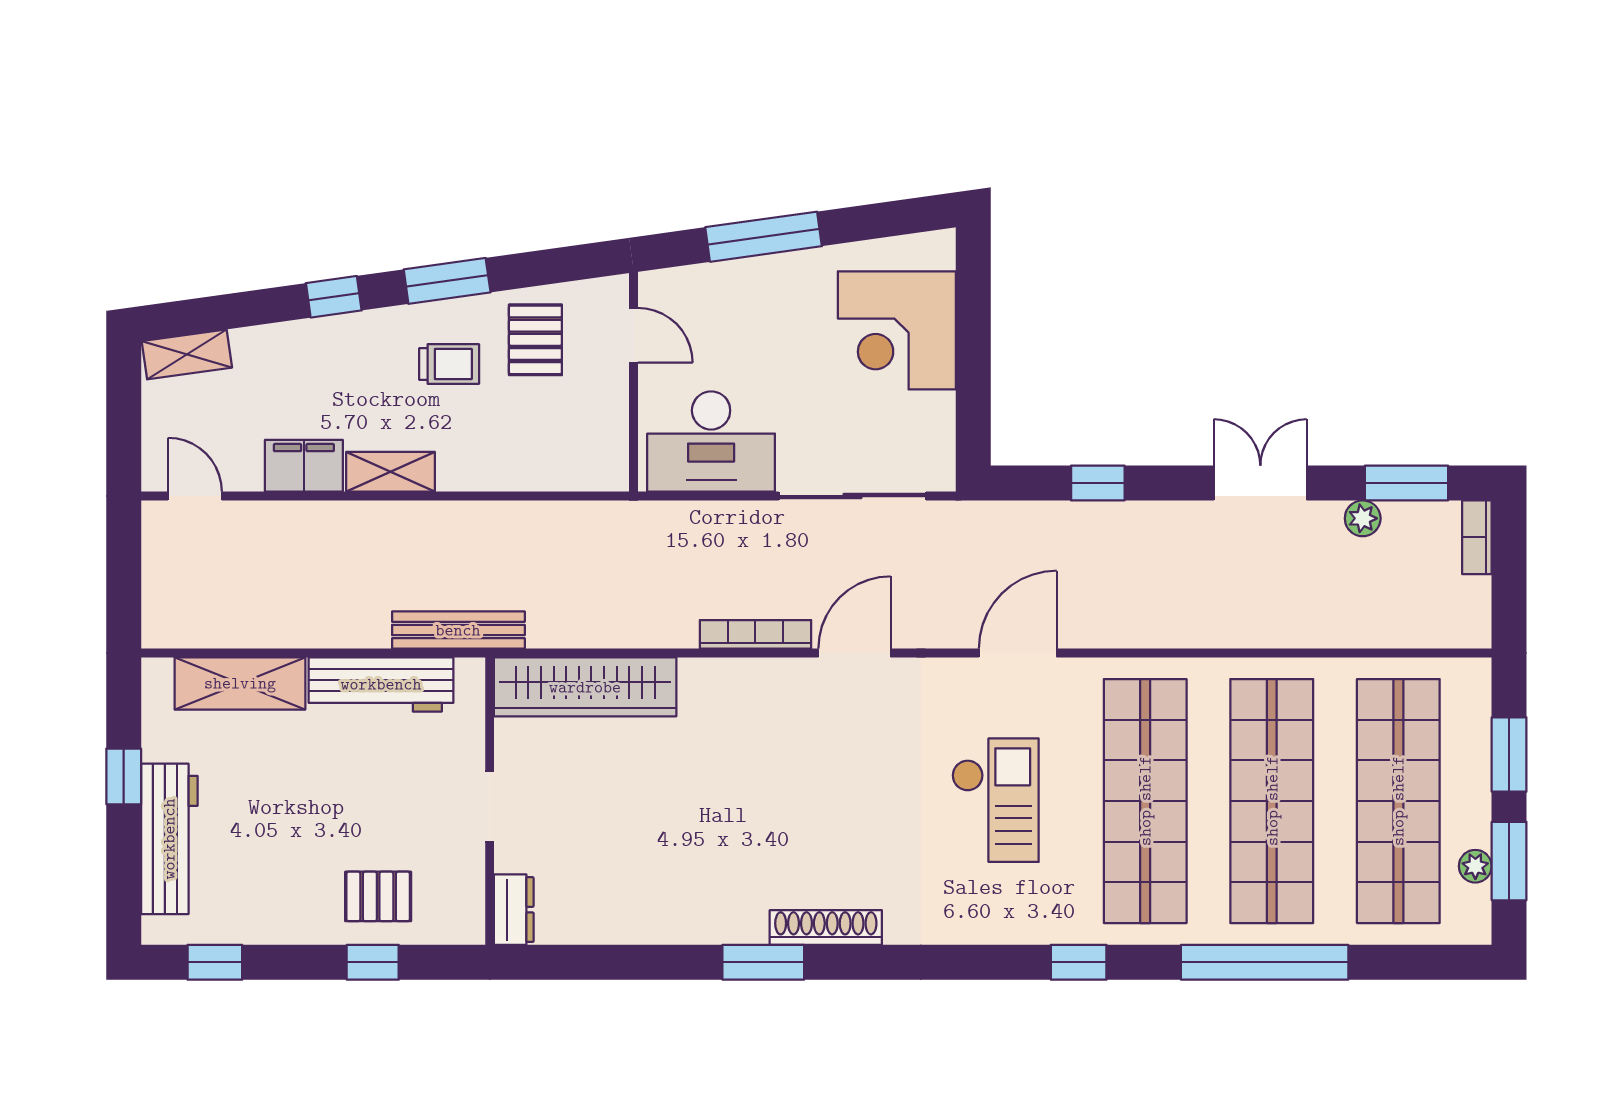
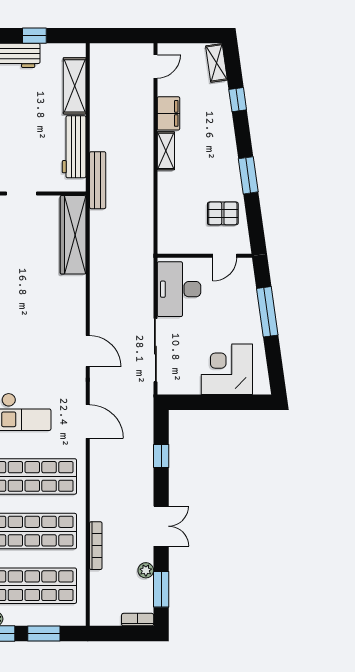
window: (334, 297) -> (238, 100), moved
trolley: (449, 364) -> (212, 176), removed
bookcase: (755, 634) -> (96, 546), moved

